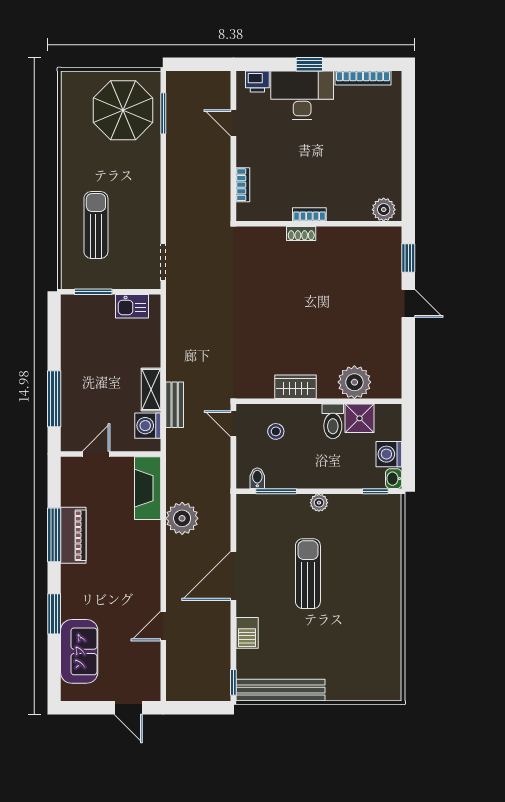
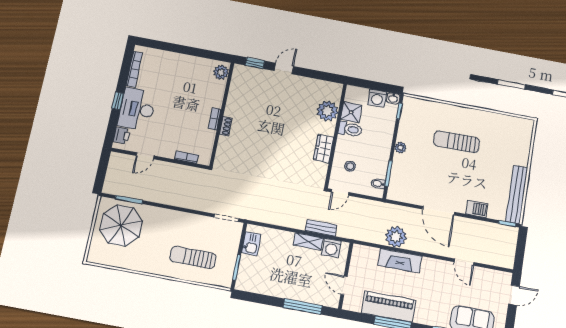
fireplace: (148, 488) -> (400, 261), moved
piano: (73, 535) -> (389, 307), width x1.37, depth x1.33
sun lounger: (308, 574) -> (457, 142), moved

